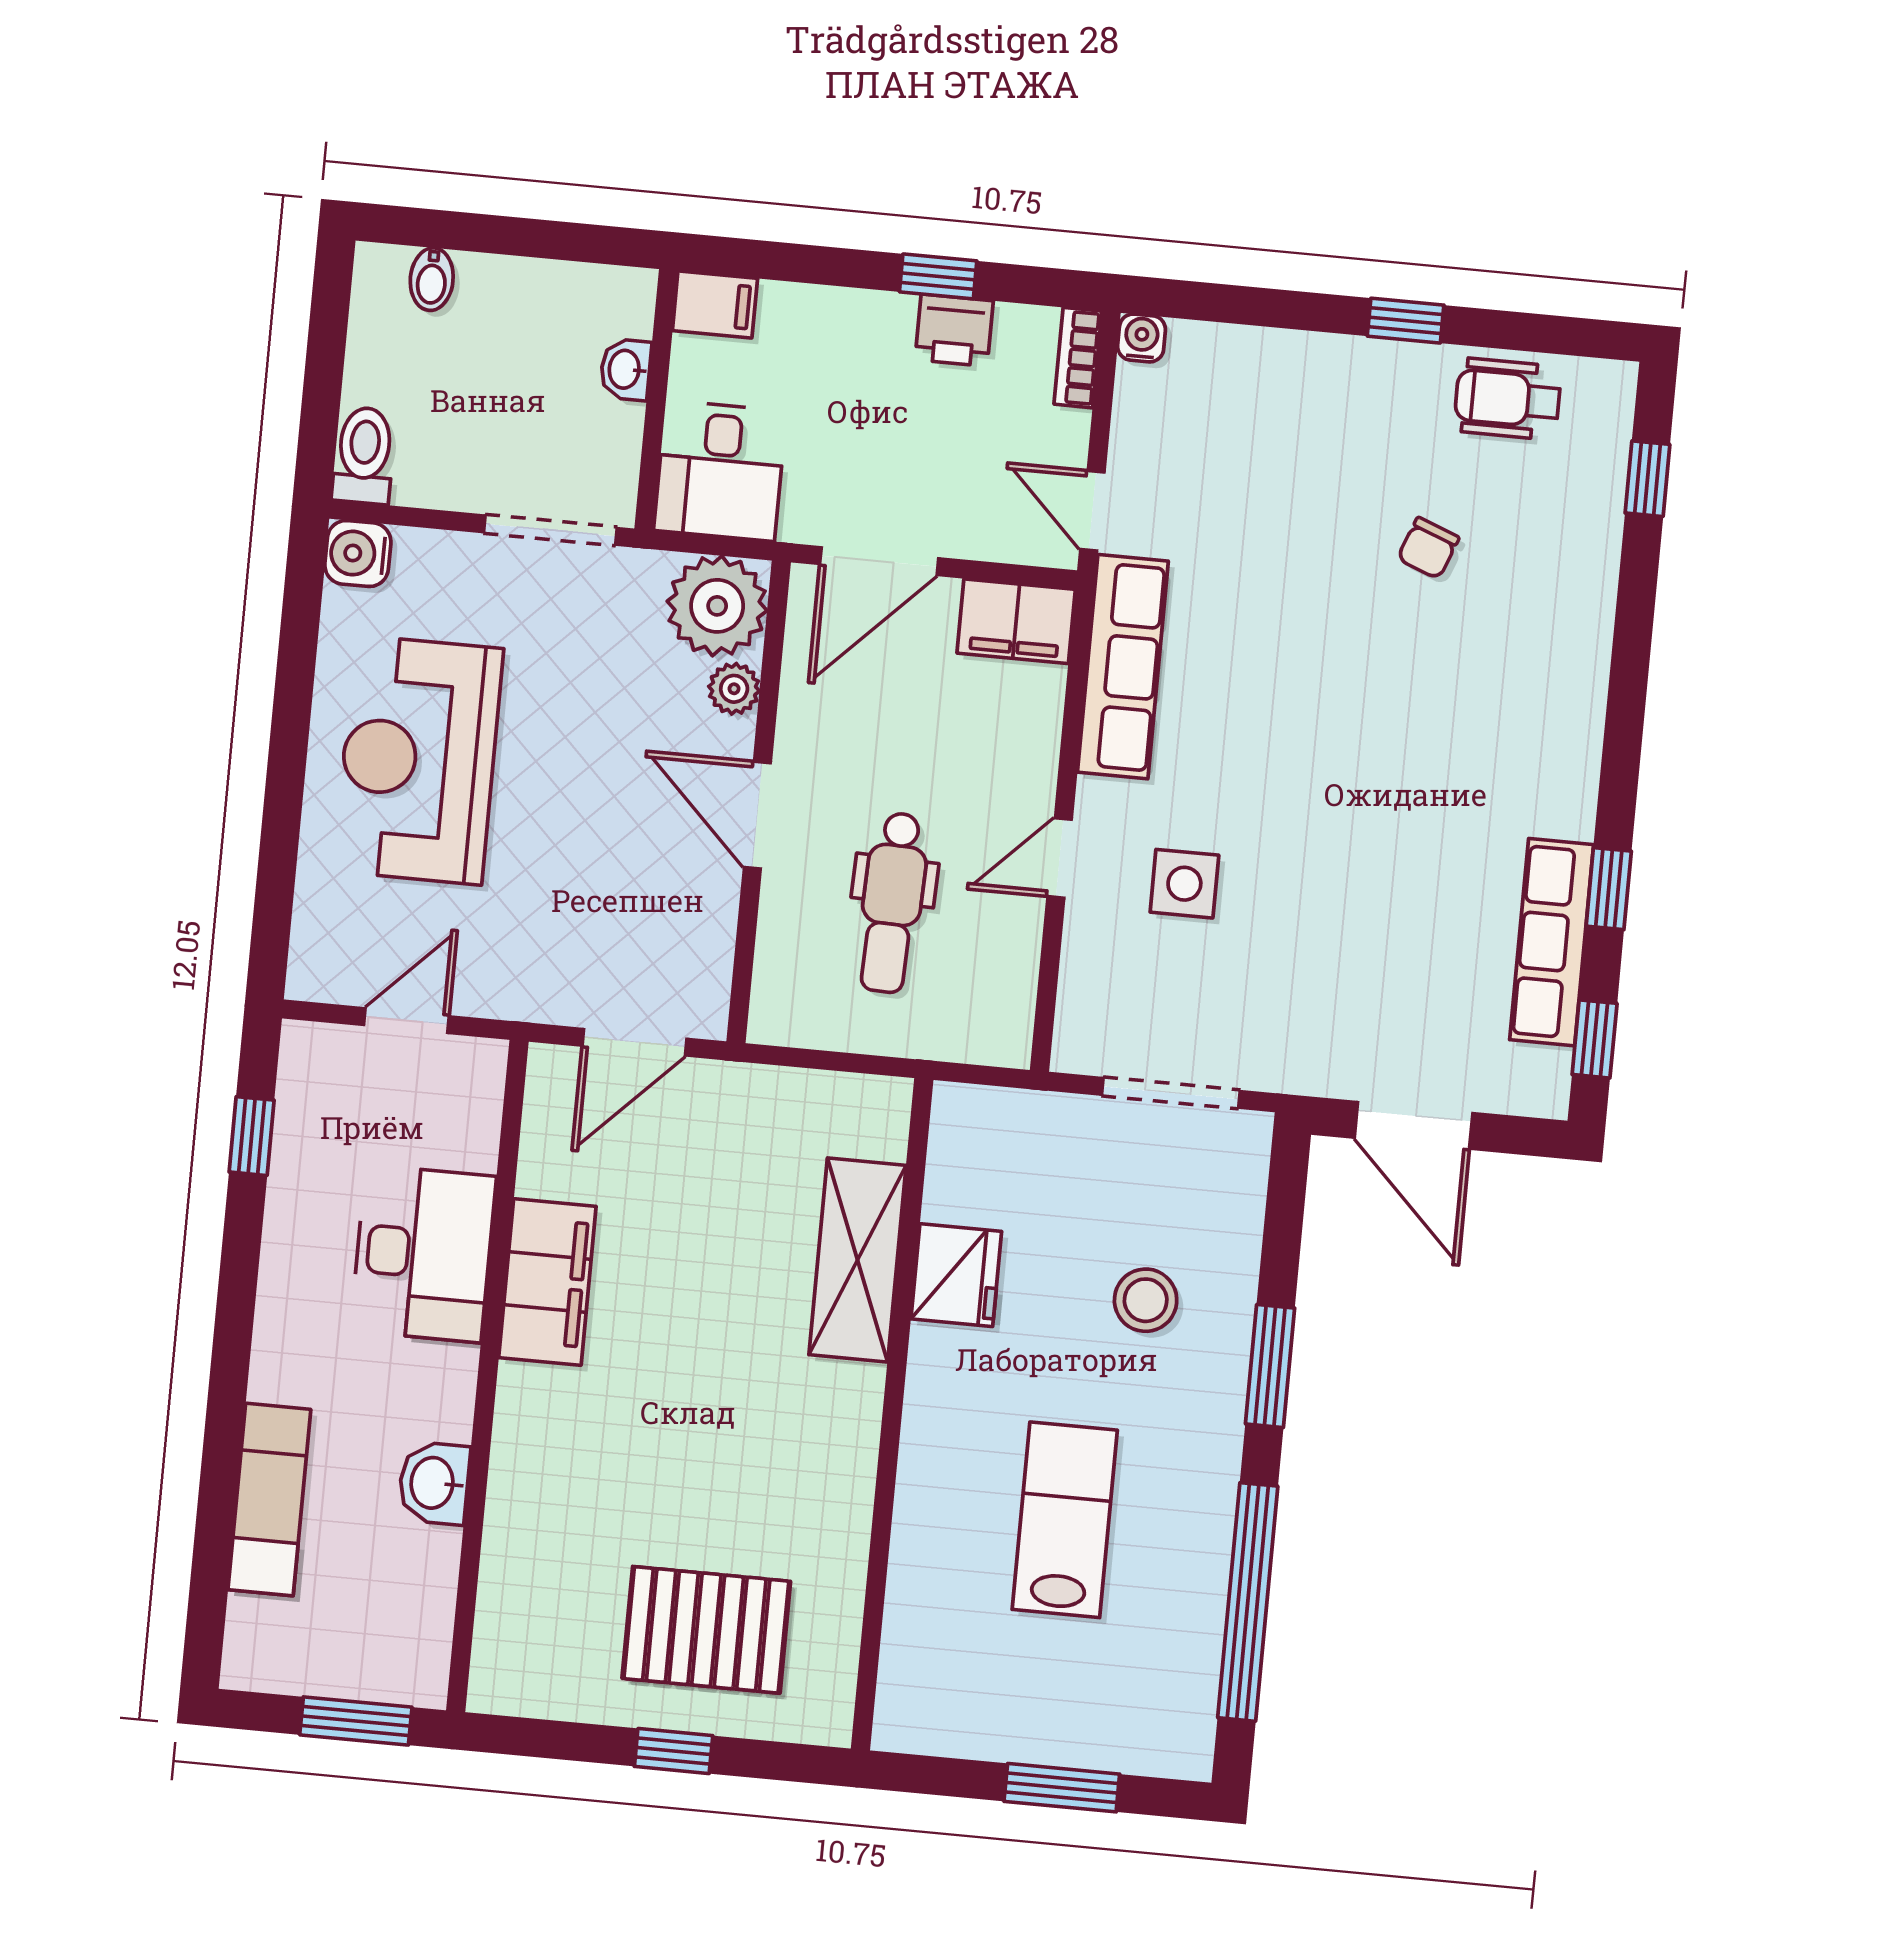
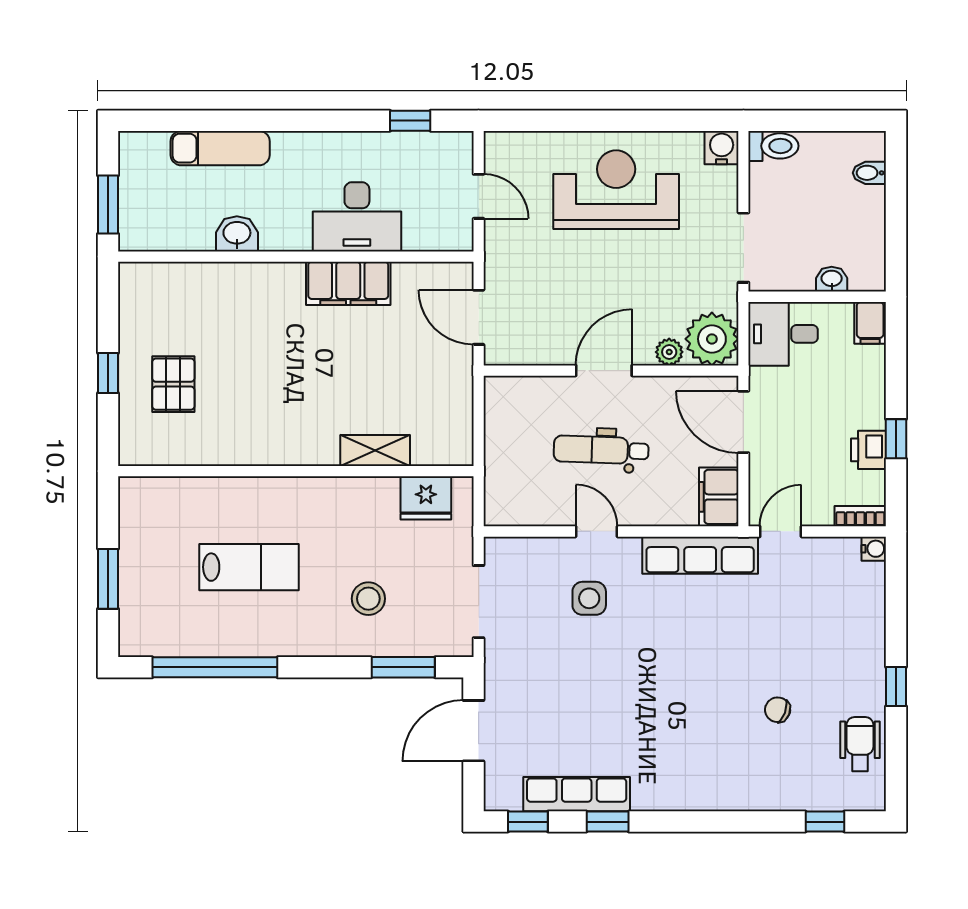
dental chair: (892, 903) -> (601, 450), moved
shelving: (857, 1260) -> (375, 450), width x0.67, depth x0.75
fridge: (956, 1275) -> (426, 498), moved
window: (1270, 1366) -> (403, 667), moved
pallet: (706, 1630) -> (173, 384), width x0.67, depth x0.71

